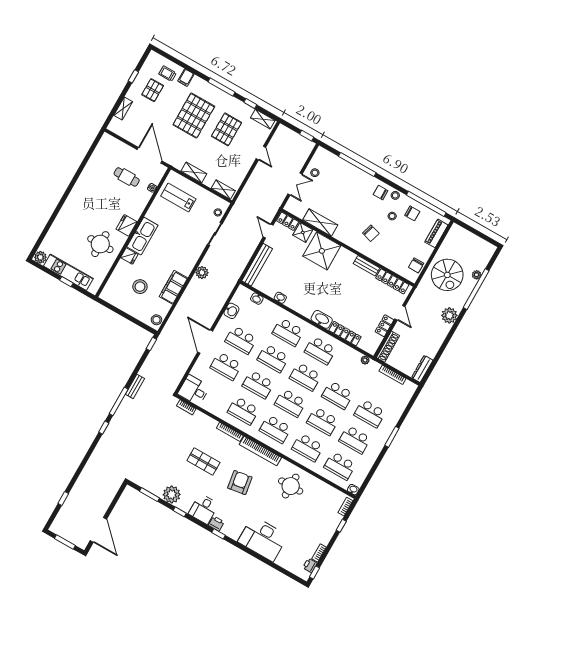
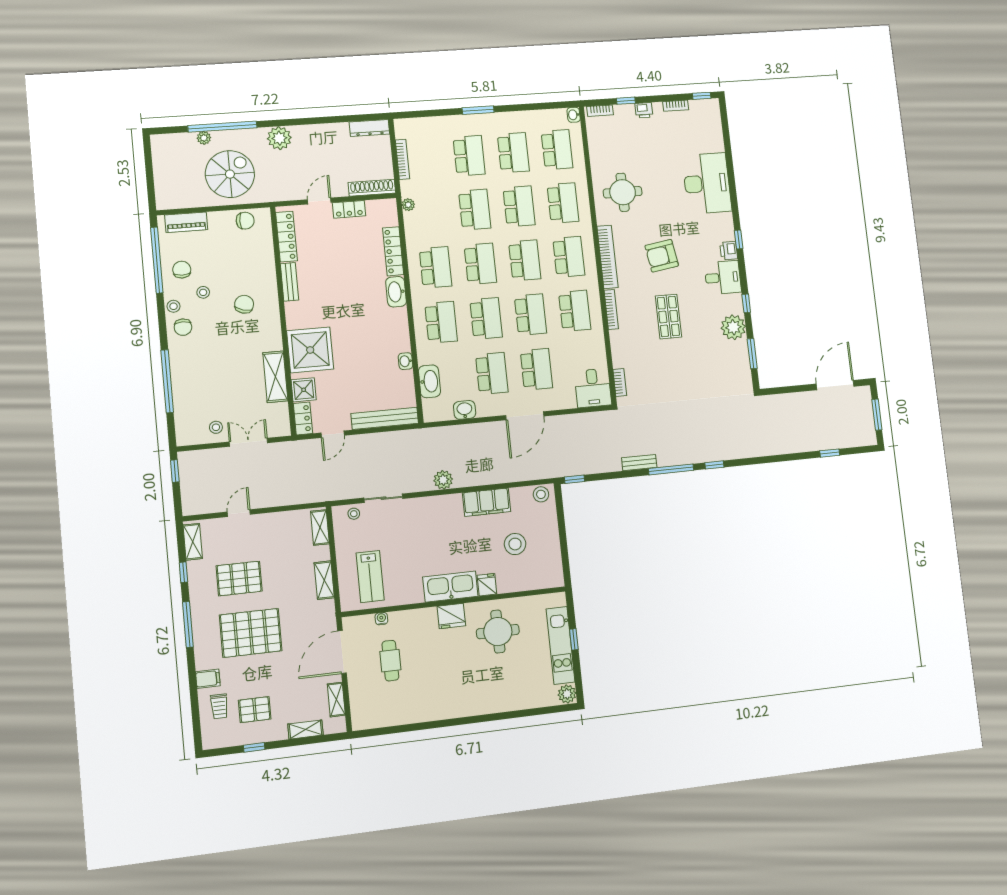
shelving: (127, 135) -> (336, 700), added
washbasin: (257, 299) -> (429, 381), width x1.91, depth x1.45
printer: (310, 565) -> (644, 110), moved

